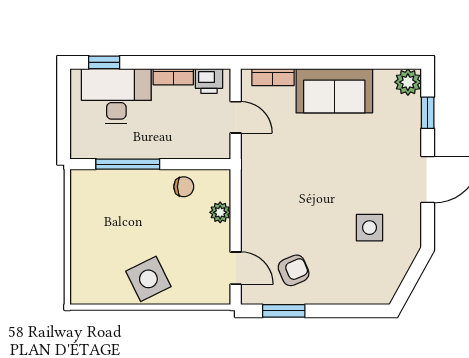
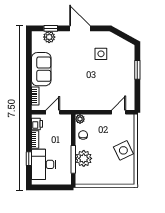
window: (104, 62) -> (29, 159), moved
plant: (408, 82) -> (49, 37), moved
plant: (130, 188) -> (84, 158), added
plant: (220, 212) -> (80, 119), moved
armchair: (294, 270) -> (120, 87), removed
window: (284, 311) -> (137, 70), moved

